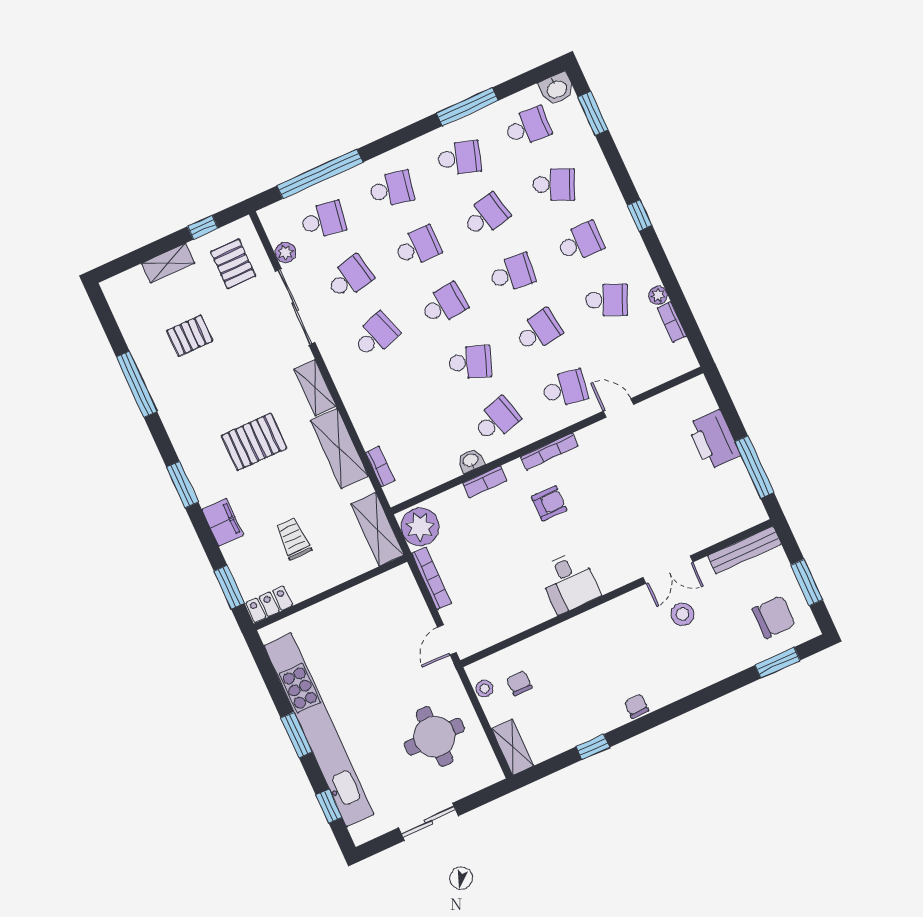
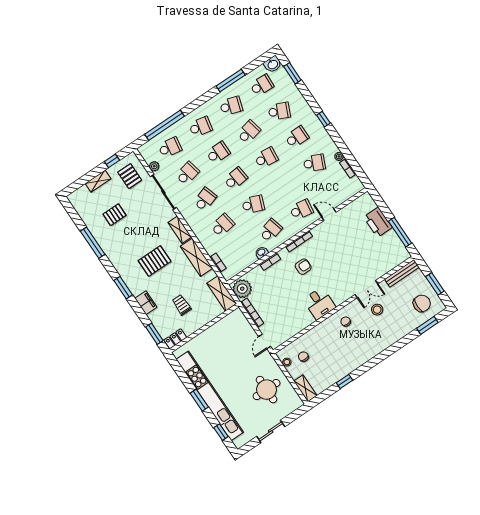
school desk: (538, 331) -> (222, 225), moved
chair: (636, 706) -> (346, 322), moved

